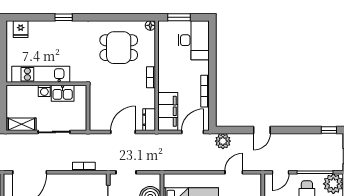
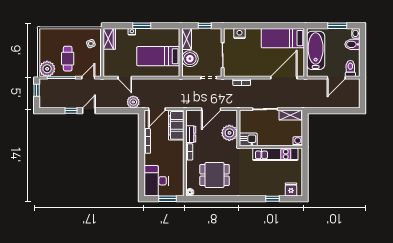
window: (64, 17) -> (272, 199), moved
washing machine: (44, 91) -> (298, 141), moved
kitchen sink: (63, 93) -> (248, 139), moved
plant: (100, 102) -> (229, 133), added
dresser: (149, 120) -> (191, 134), moved
door: (262, 130) -> (89, 111), moved
window: (329, 130) -> (71, 111), moved
door: (234, 172) -> (125, 78), hinge flipped

